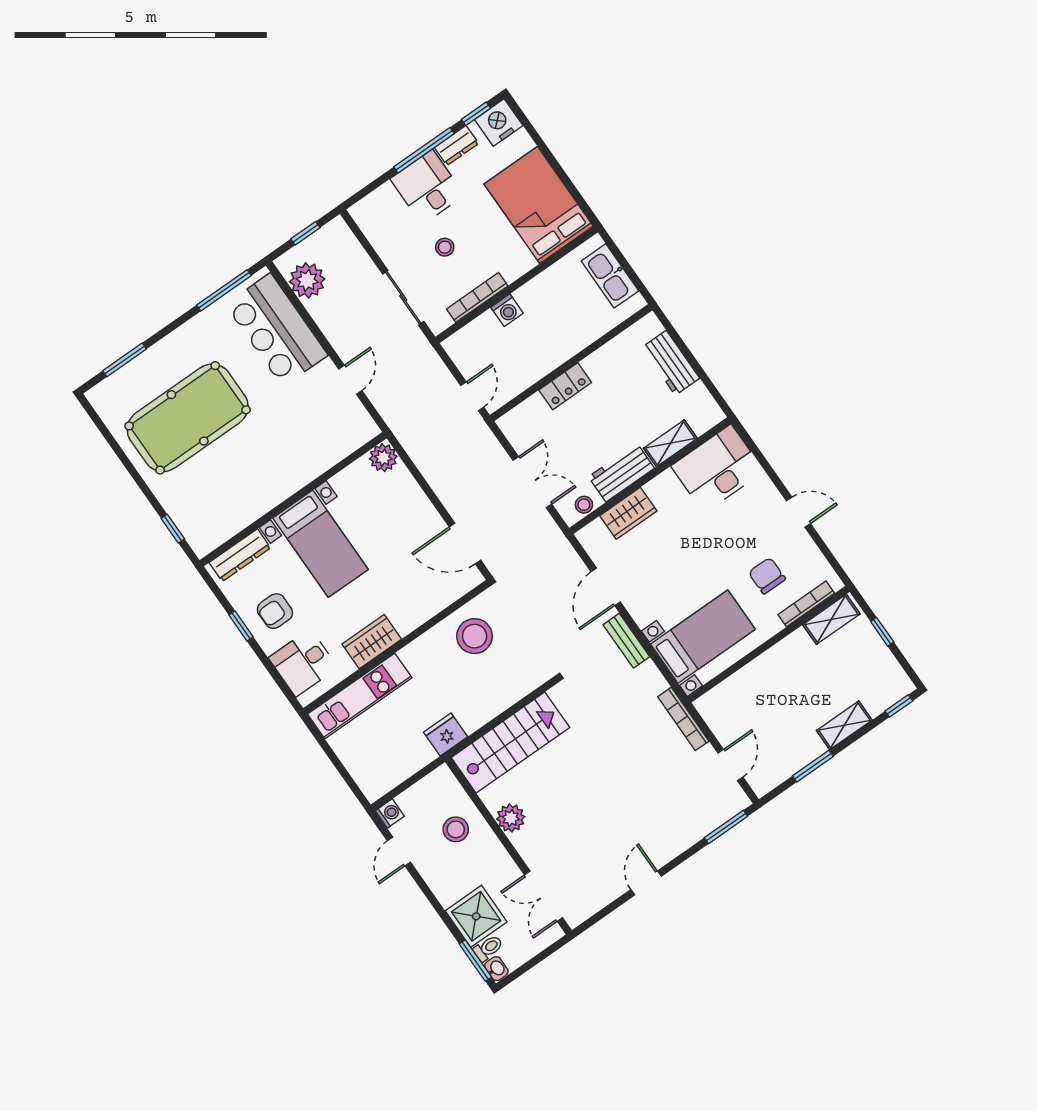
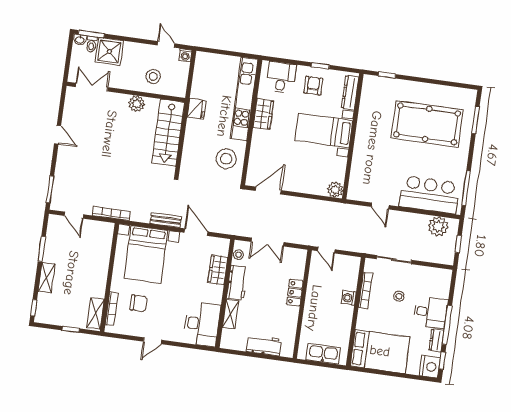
pool table: (188, 418) -> (427, 124), turned 90
bed with nightstands: (703, 637) -> (146, 254), width x1.36
kitchen unit: (360, 696) -> (244, 99), width x1.36

